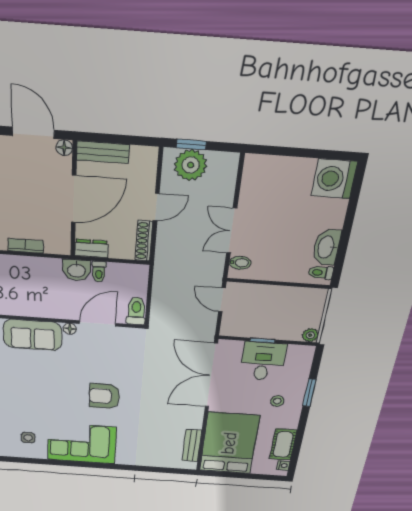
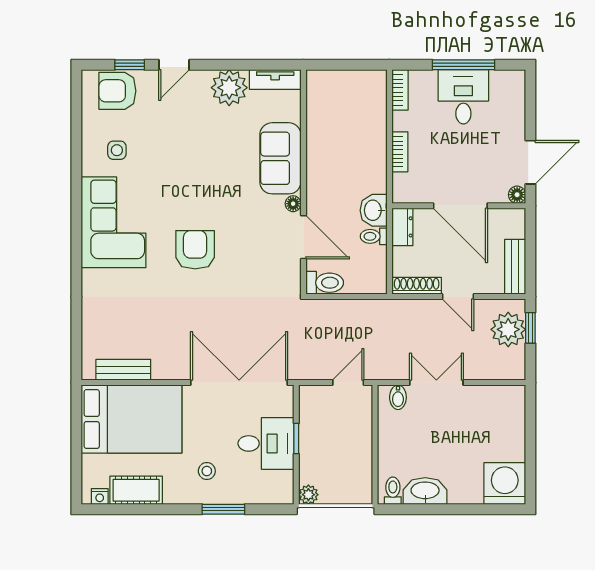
bench: (103, 152) -> (515, 267), moved

